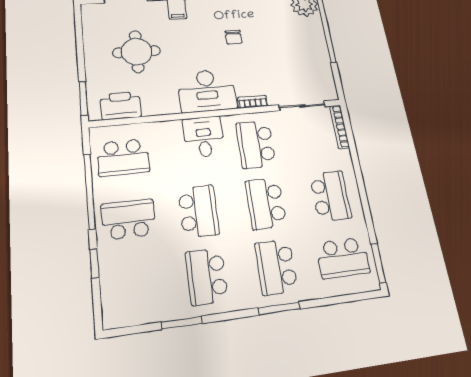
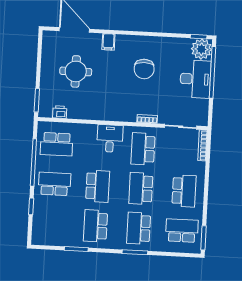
chair: (234, 37) -> (144, 69), width x1.87, depth x1.87
desk: (207, 91) -> (195, 79), moved, turned -90
printer: (121, 106) -> (60, 112), width x0.53, depth x0.68
school desk: (343, 258) -> (182, 231), turned 180

